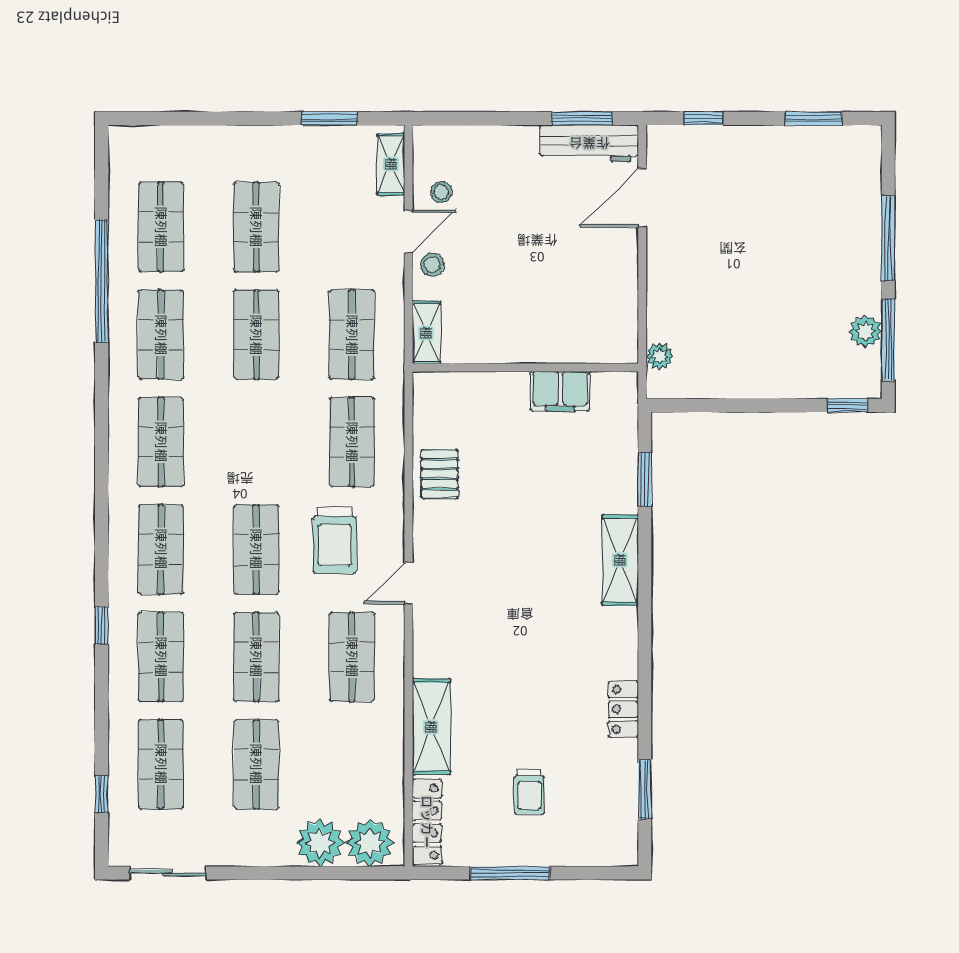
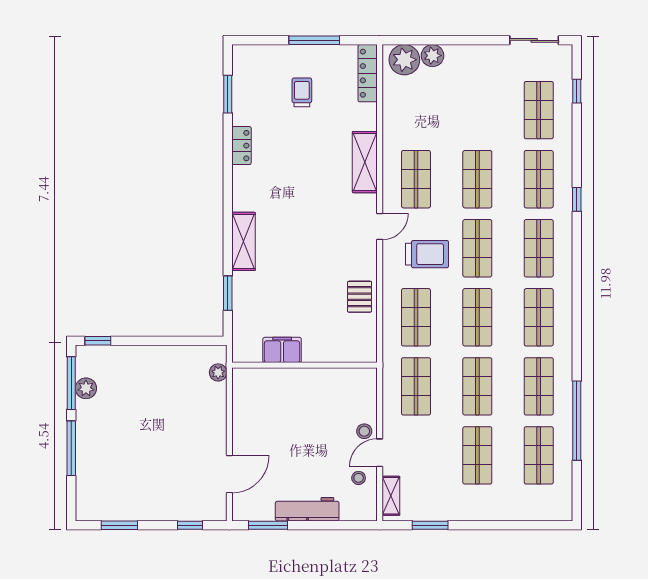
workbench: (589, 143) -> (307, 509), moved
shelving: (426, 333) -> (368, 388), removed
trolley: (335, 540) -> (427, 254), turned 90
shelving: (431, 727) -> (365, 162), moved
shop shelf: (256, 764) -> (477, 317), moved
plant: (320, 843) -> (432, 56), width x0.73, depth x0.73

